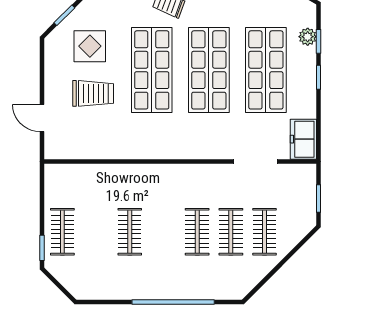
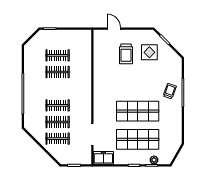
shop shelf: (152, 70) -> (138, 83), removed
door: (42, 118) -> (114, 29), hinge flipped
clothes rail: (62, 232) -> (58, 55), moved

